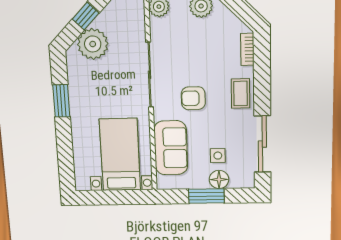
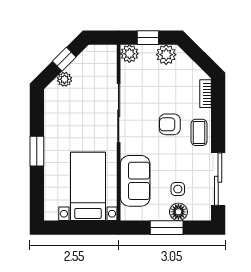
plant: (93, 44) -> (64, 79), width x0.53, depth x0.53
armchair: (193, 98) -> (170, 124), moved
window: (61, 101) -> (37, 151), moved

